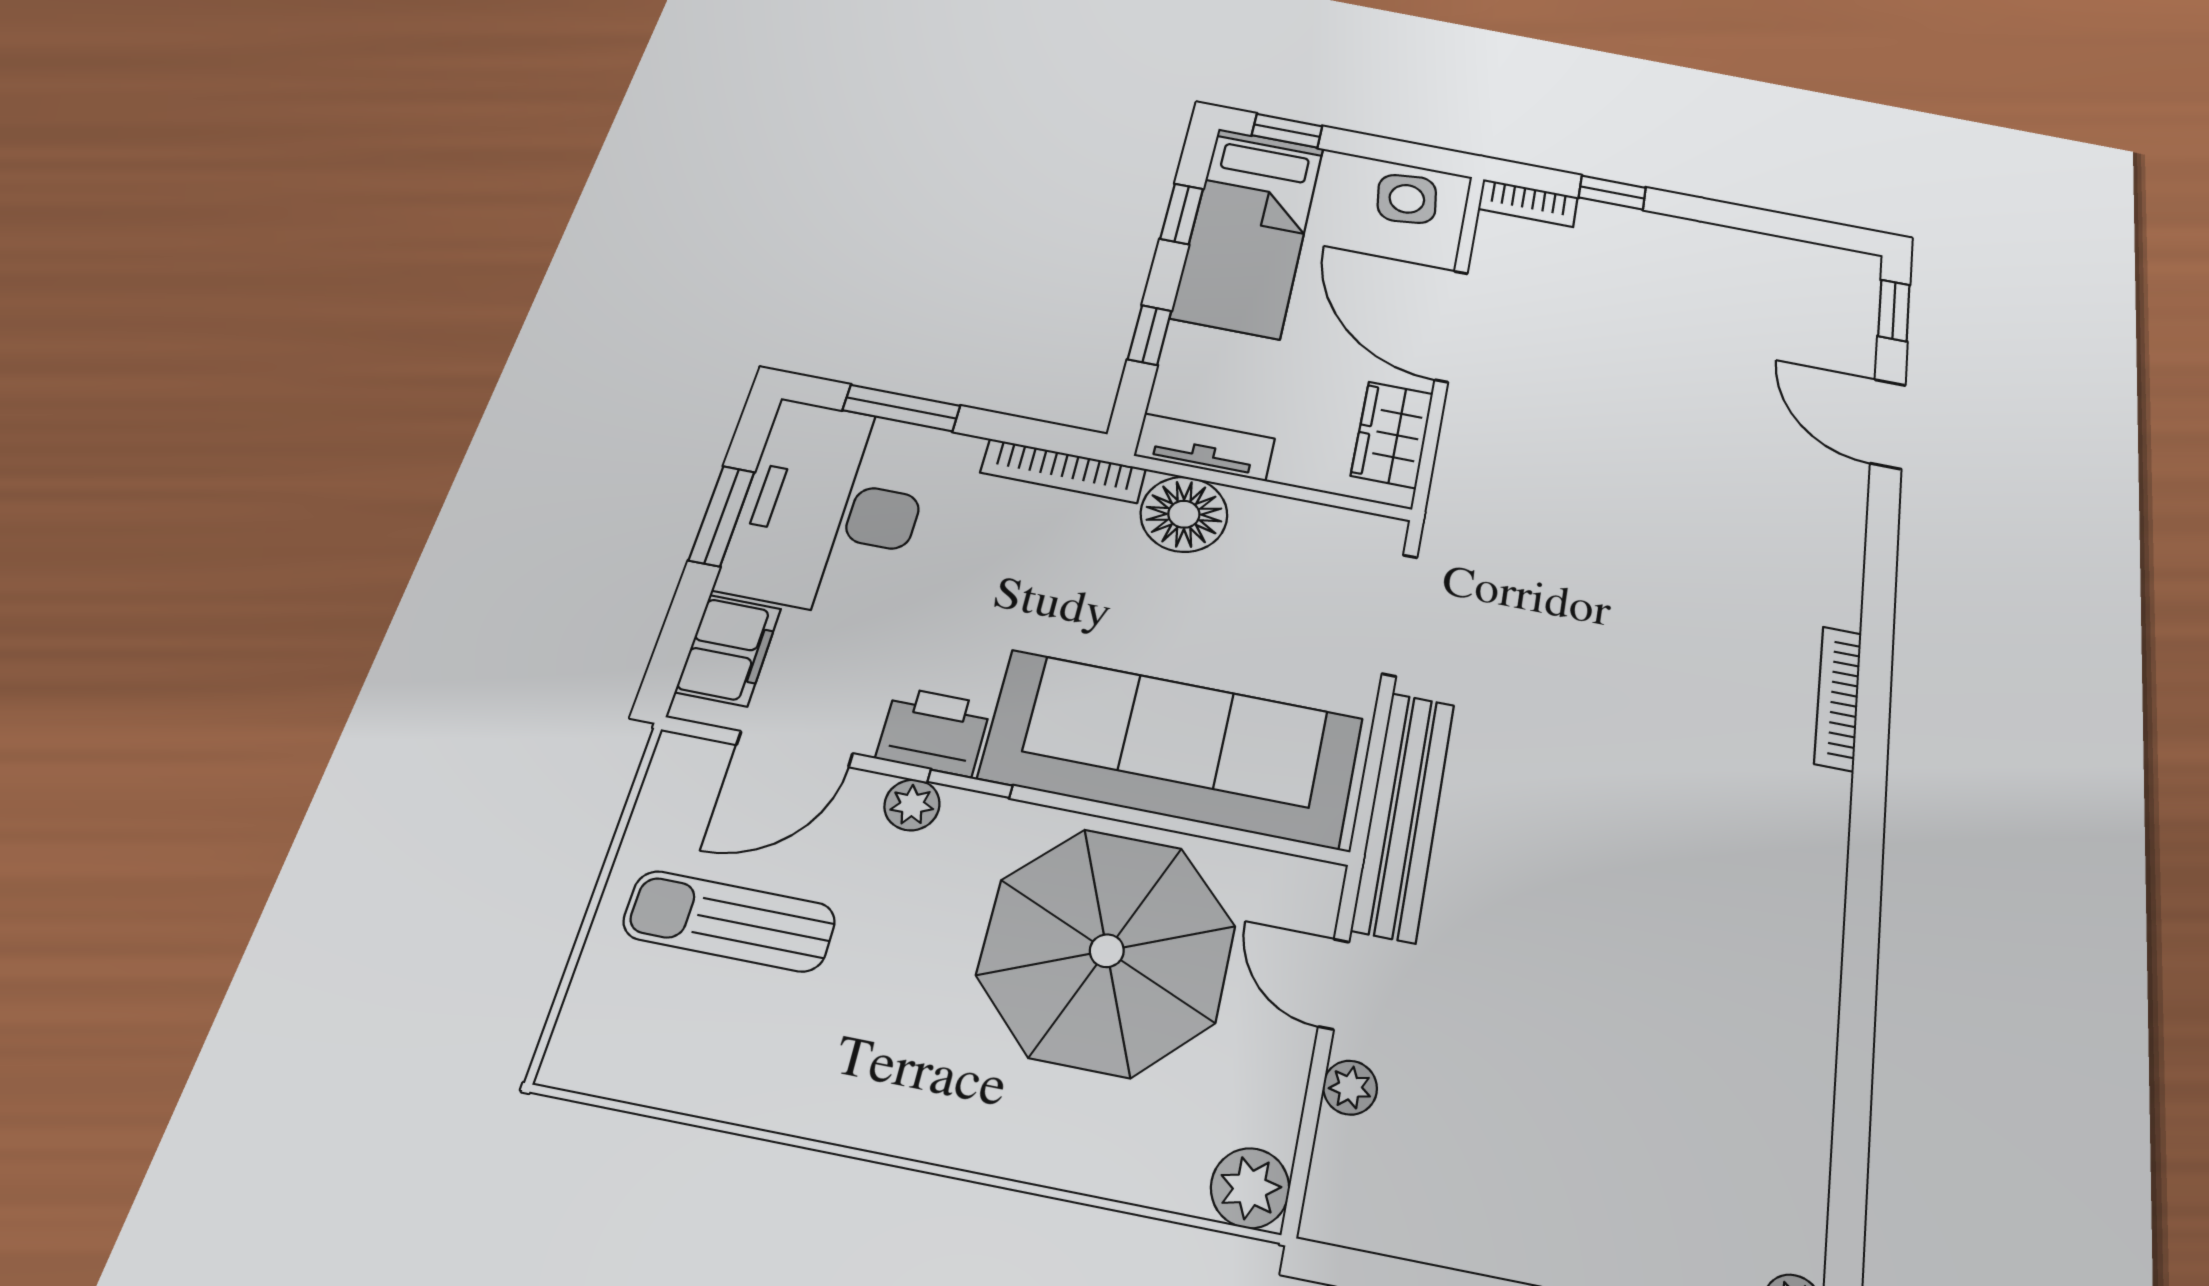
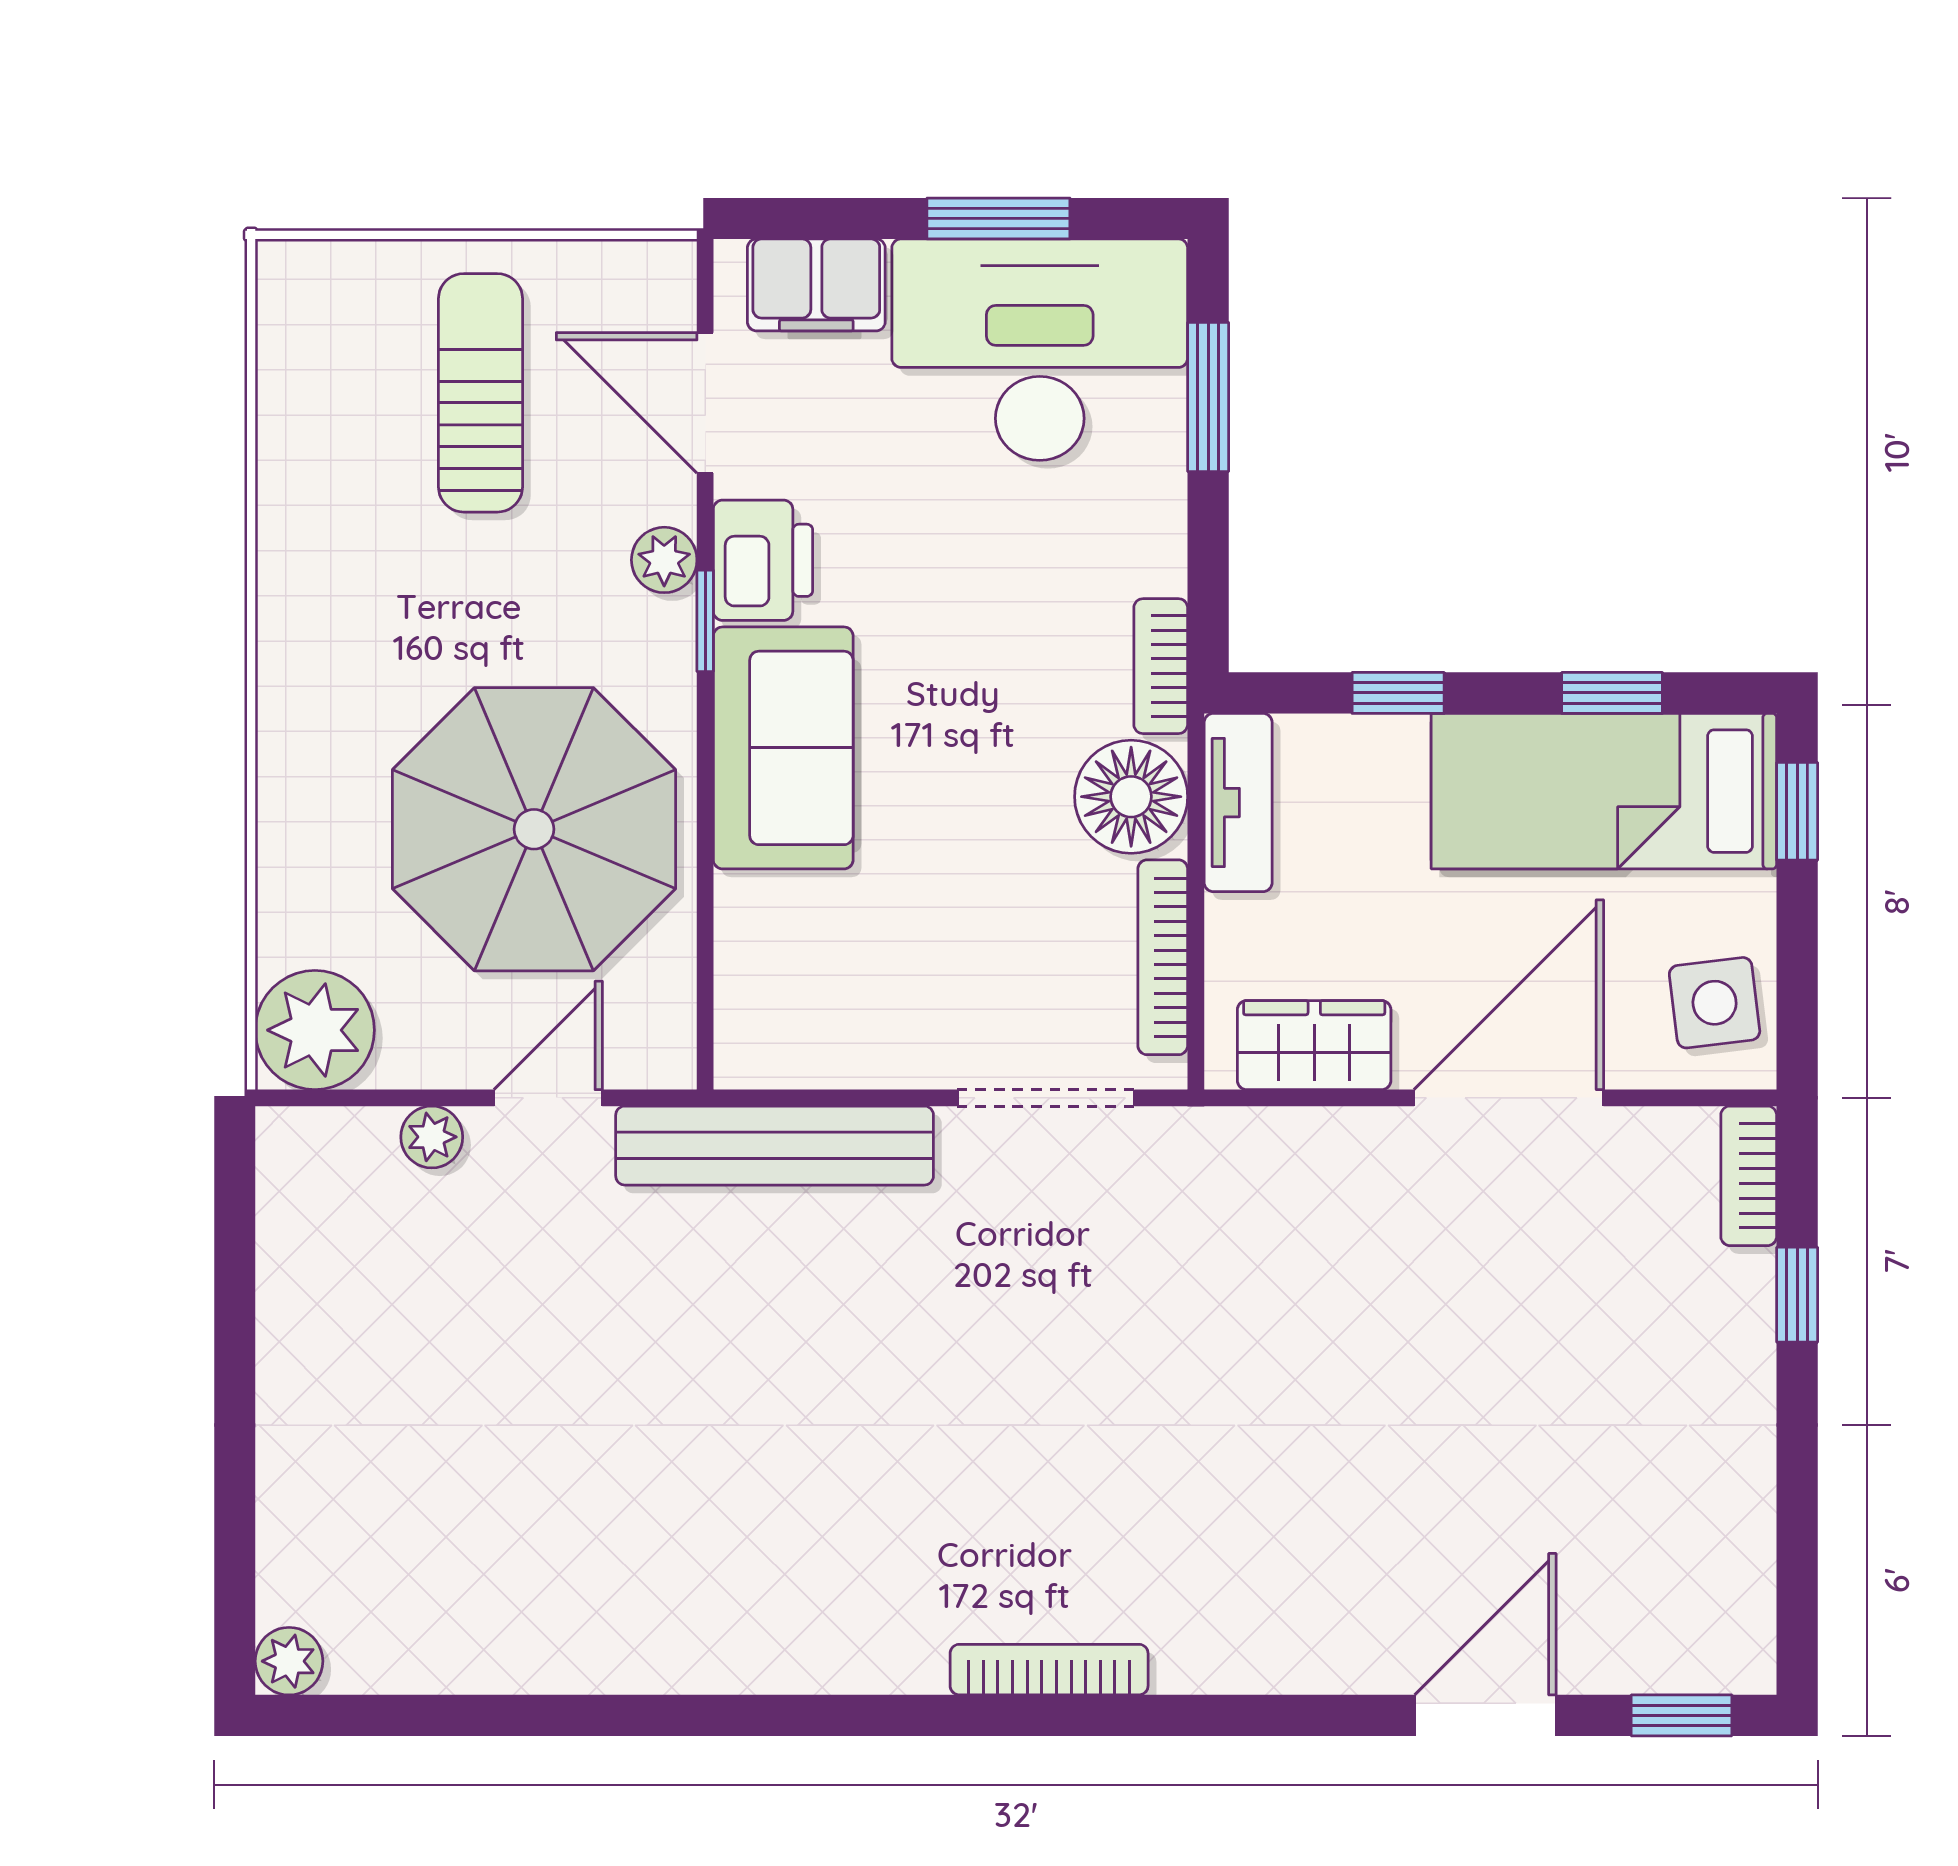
bookcase: (1063, 471) -> (1161, 666), width x0.64
bookcase: (1309, 517) -> (1163, 957), added
sofa: (1172, 748) -> (783, 748), width x0.54, depth x0.79
plant: (1250, 1188) -> (315, 1030), width x1.36, depth x1.36

